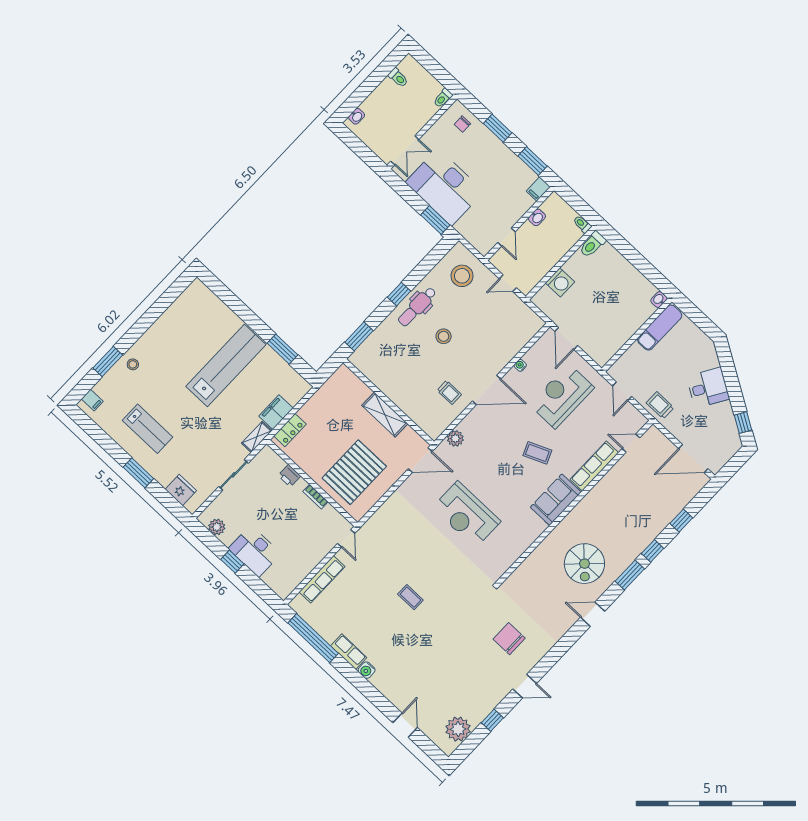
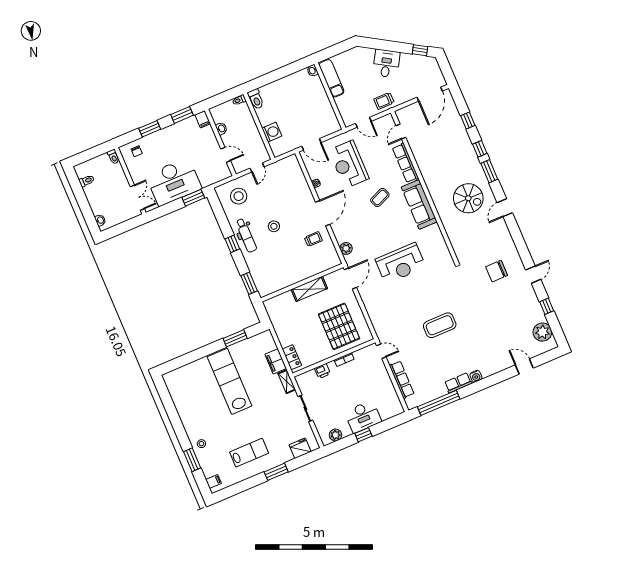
sofa: (556, 500) -> (419, 204), width x1.36
coffee table: (410, 597) -> (440, 325), width x1.86, depth x1.72

